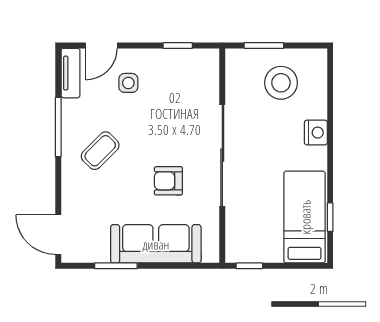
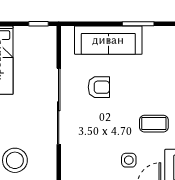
coffee table: (100, 151) -> (154, 124), moved, turned 45

